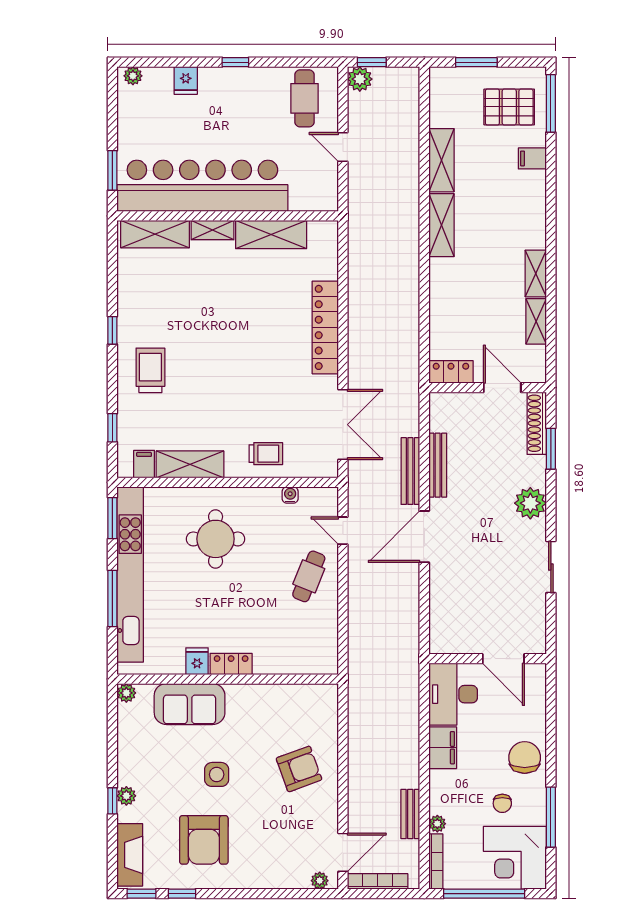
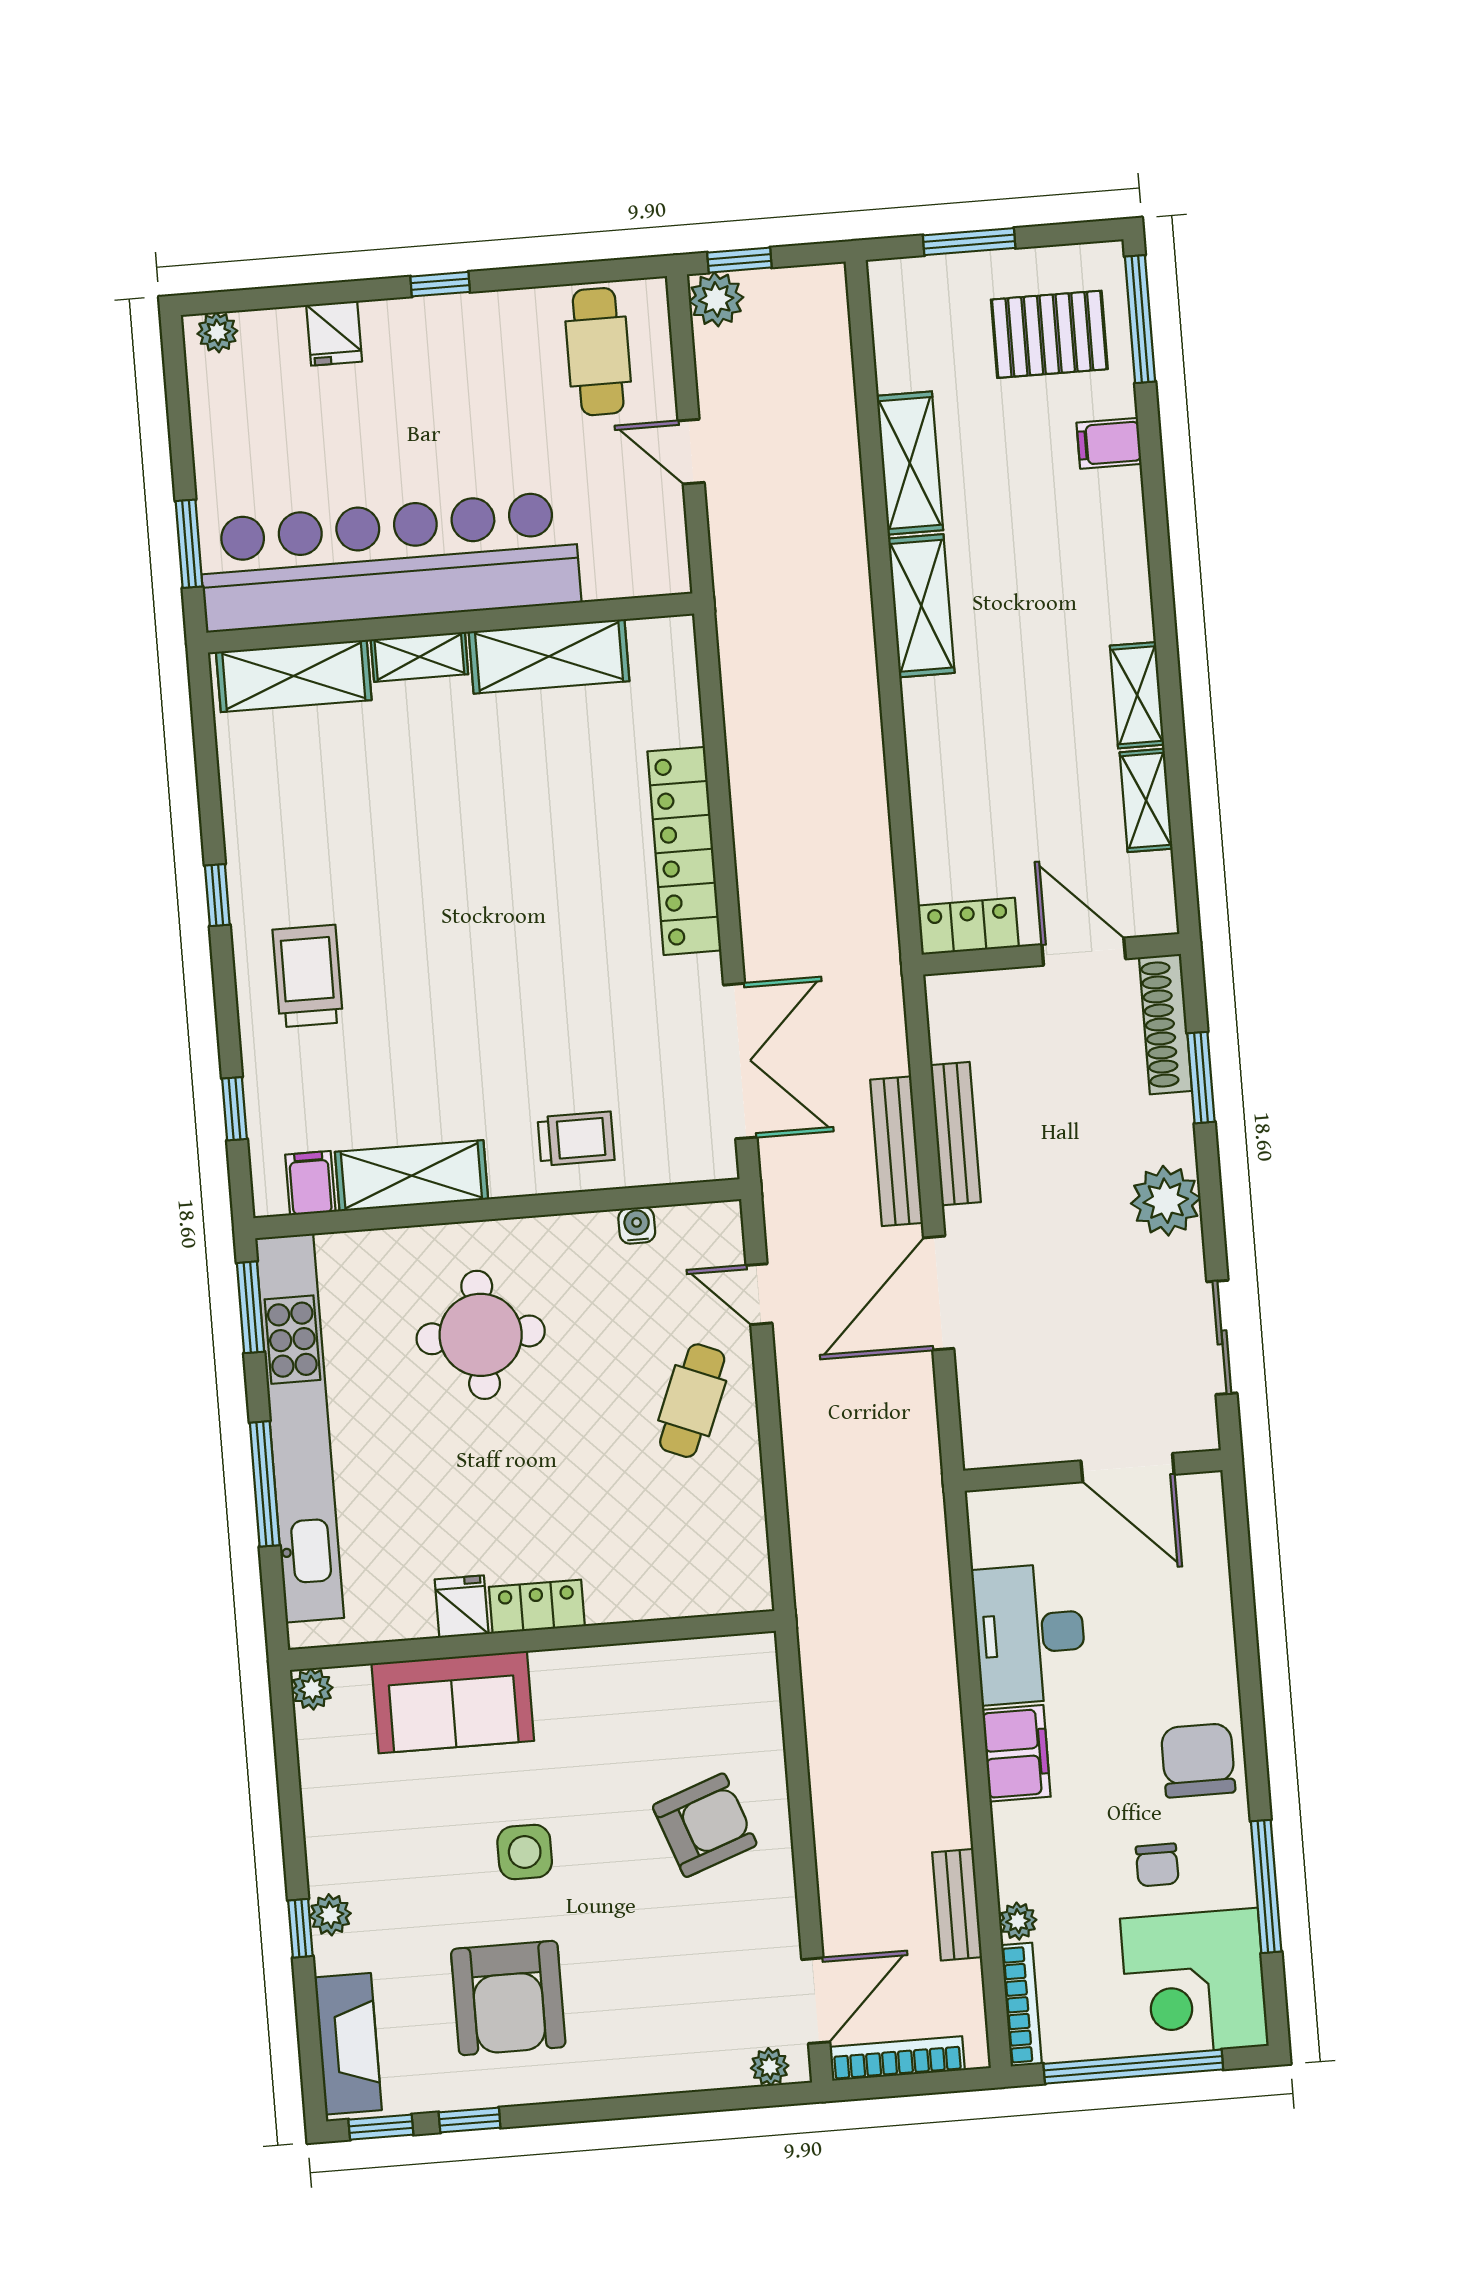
wall: (488, 659) -> (1093, 1470), moved
door: (503, 659) -> (1128, 1468), moved

